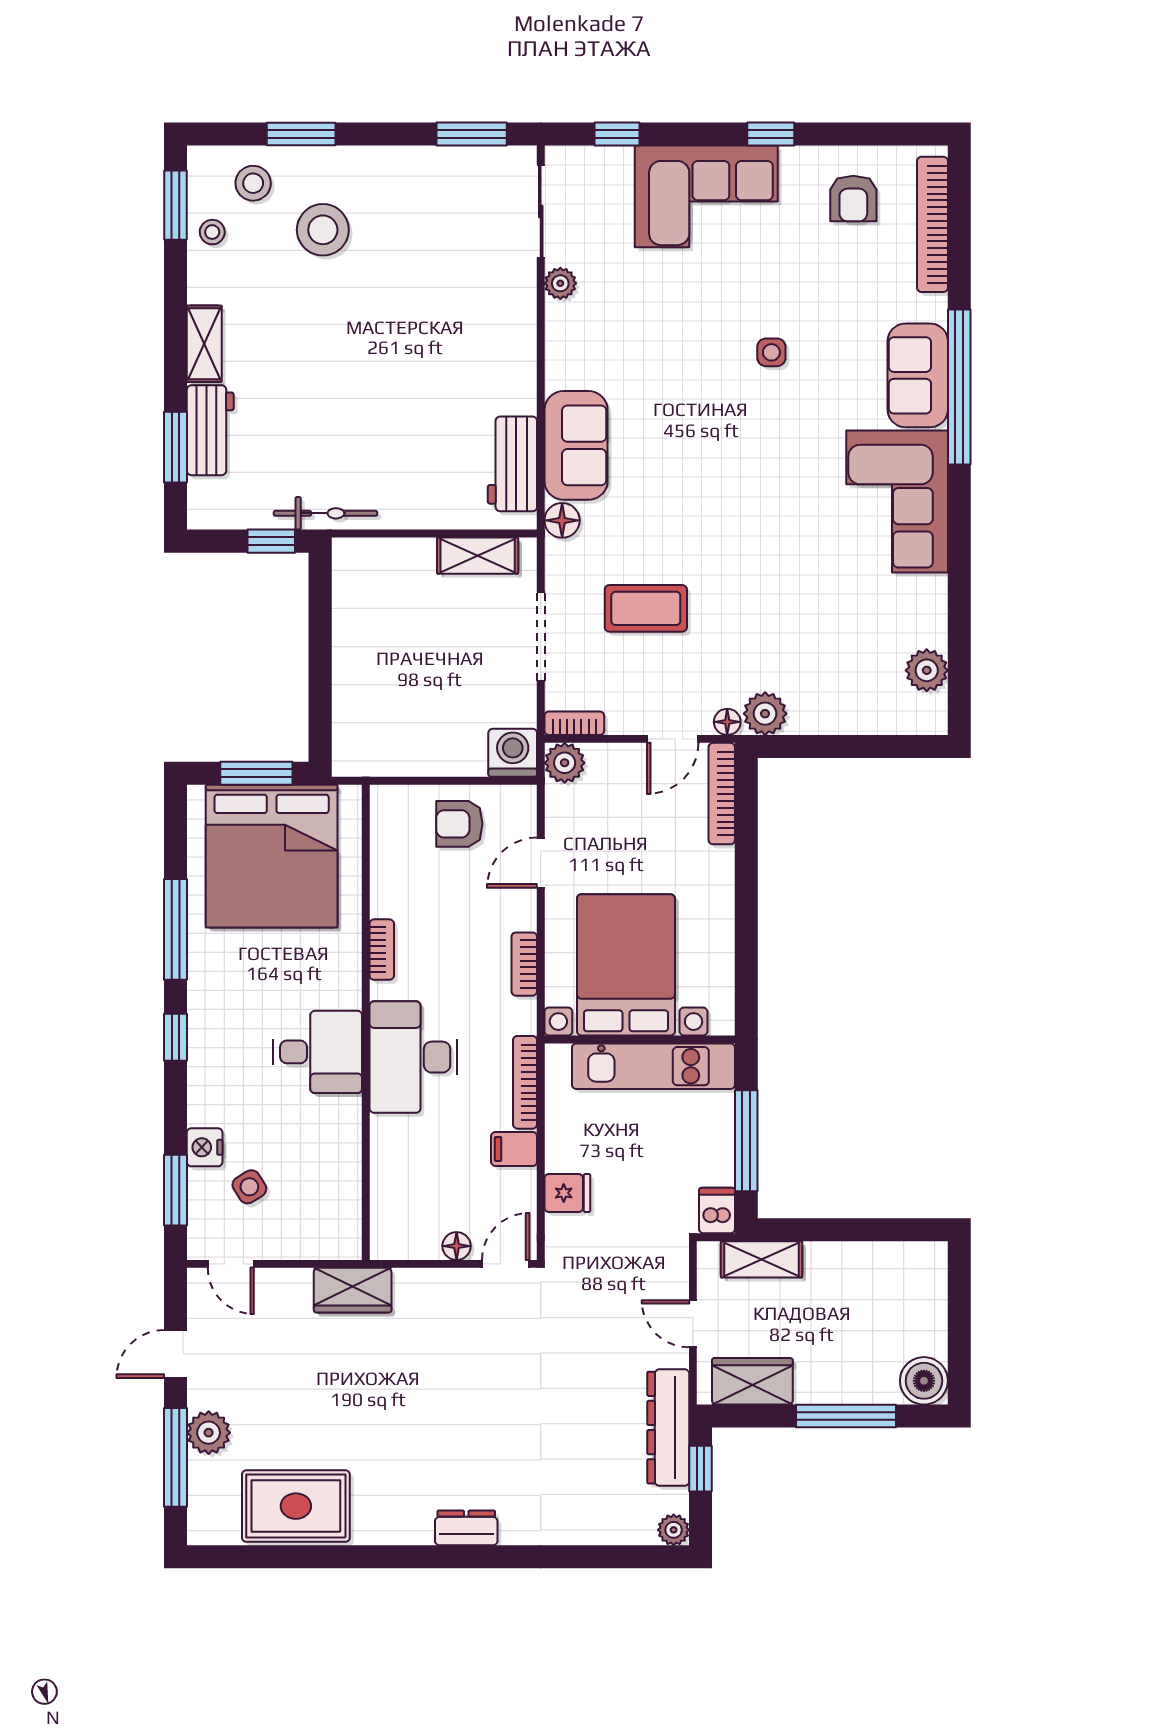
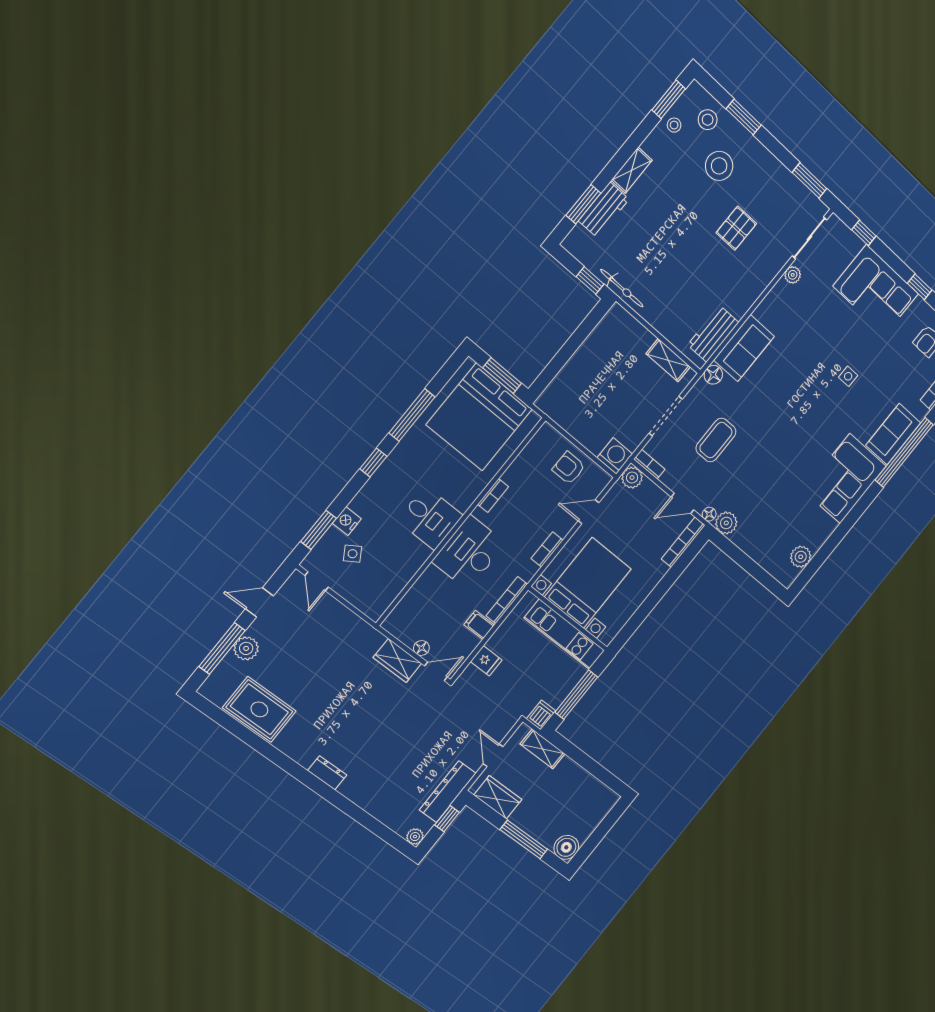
pallet: (421, 291) -> (736, 228), added
coffee table: (646, 608) -> (716, 440), turned 90
wardrobe: (353, 1290) -> (397, 660), moved

